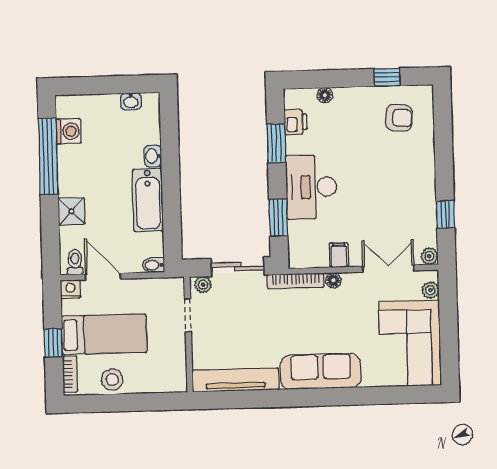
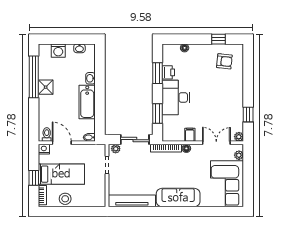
printer: (296, 122) -> (168, 72), moved
washing machine: (69, 131) -> (58, 51), moved, turned 90
shower: (72, 211) -> (46, 87), moved

